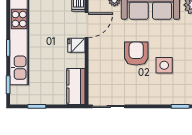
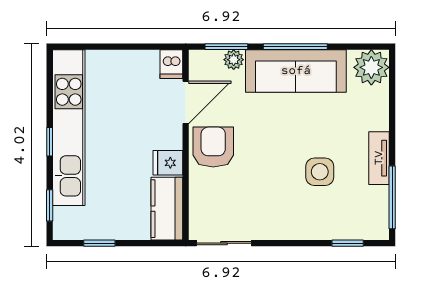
fridge: (76, 45) -> (168, 163), moved
armchair: (136, 54) -> (213, 147), moved

